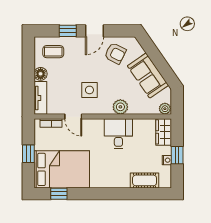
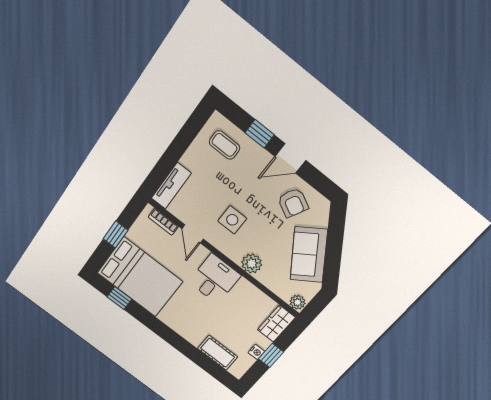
floor lamp: (41, 74) -> (191, 159), removed
desk: (118, 134) -> (215, 279), moved

